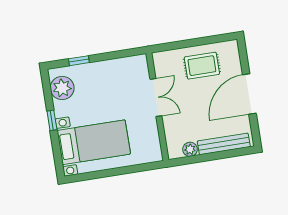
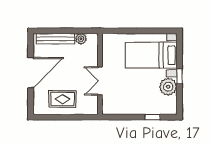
plant: (62, 88) -> (168, 87), moved

